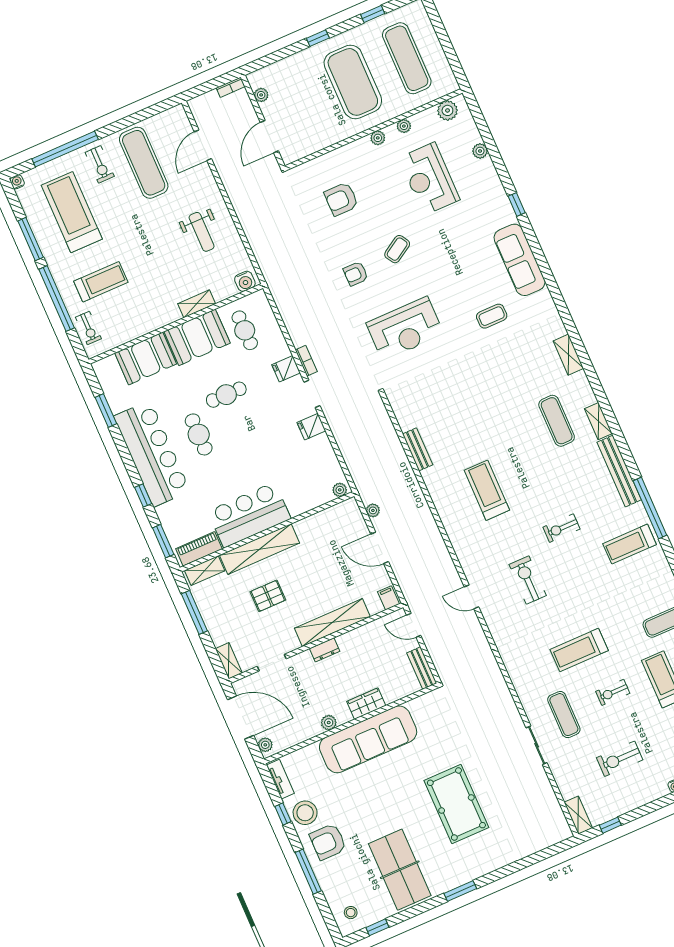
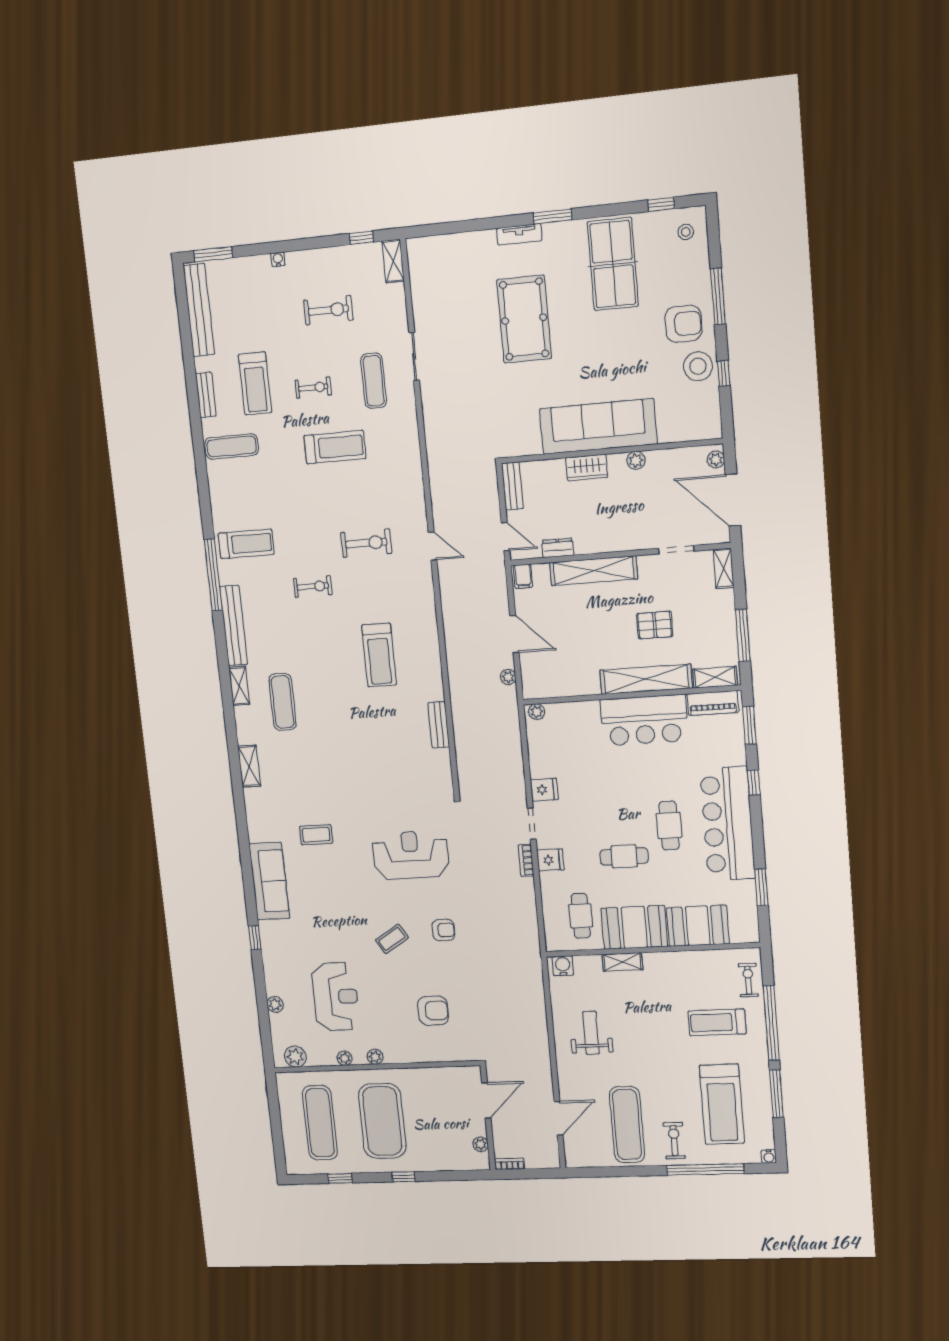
exercise bike: (528, 580) -> (366, 543), turned -90
dresser: (325, 650) -> (558, 548), moved
tv unit: (280, 779) -> (519, 234), moved, turned -90

